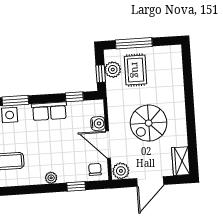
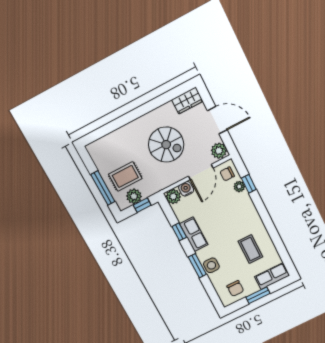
window: (74, 97) -> (179, 232), moved
plant: (96, 108) -> (173, 196), added
plant: (51, 178) -> (239, 187), moved

